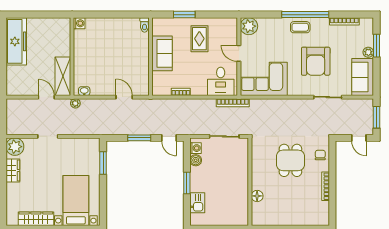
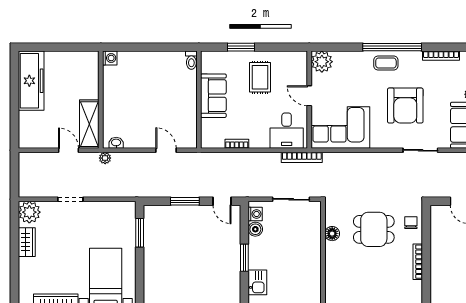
dining table: (290, 160) -> (374, 229), turned 90
floor lamp: (257, 196) -> (332, 234), moved

